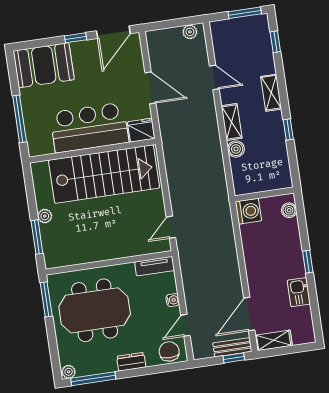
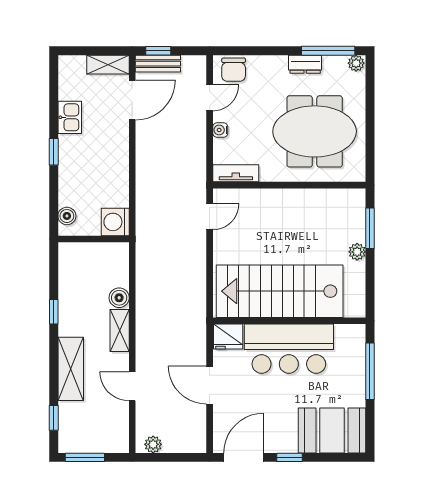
shelving: (271, 93) -> (71, 369), width x1.50, depth x1.33
window: (46, 299) -> (370, 153), removed
dresser: (131, 362) -> (305, 64), moved

